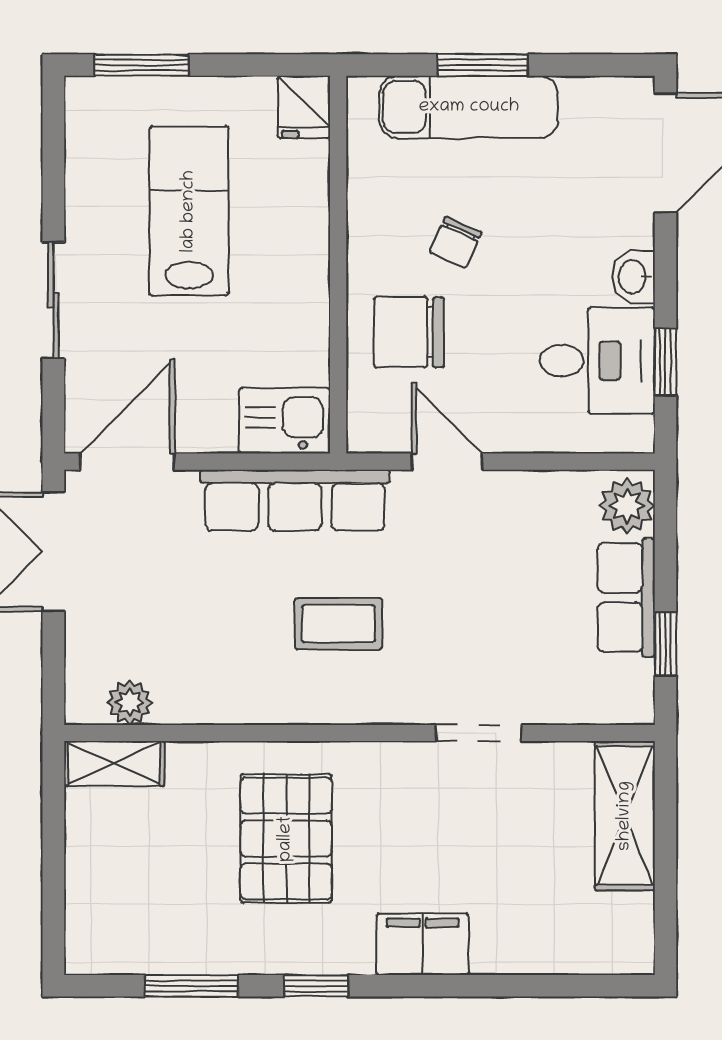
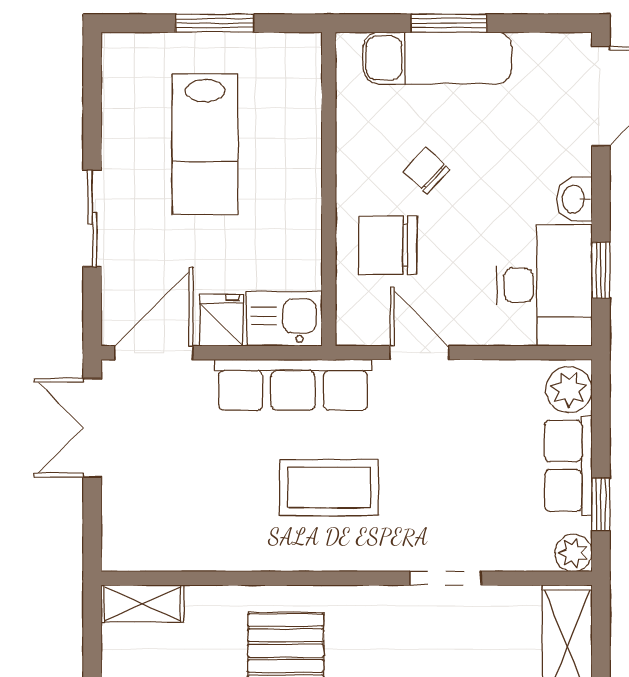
window: (142, 65) -> (215, 23), moved
fridge: (304, 107) -> (221, 320), moved, turned 180
lab bench: (189, 211) -> (205, 144), turned 180
chair: (456, 242) -> (426, 171), turned 109
desk: (597, 361) -> (544, 285), width x1.37
coffee table: (338, 624) -> (329, 488), width x1.36, depth x1.30
plant: (130, 703) -> (573, 553), moved

